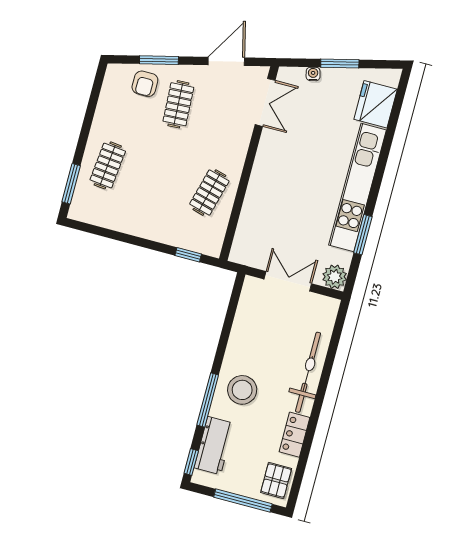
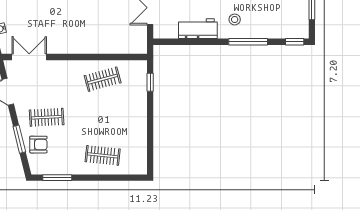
window: (71, 184) -> (57, 178), moved
clothes rail: (209, 193) -> (103, 79), turned -30
stool: (242, 390) -> (235, 19), width x0.53, depth x0.53
workbench: (214, 446) -> (198, 29), moved

